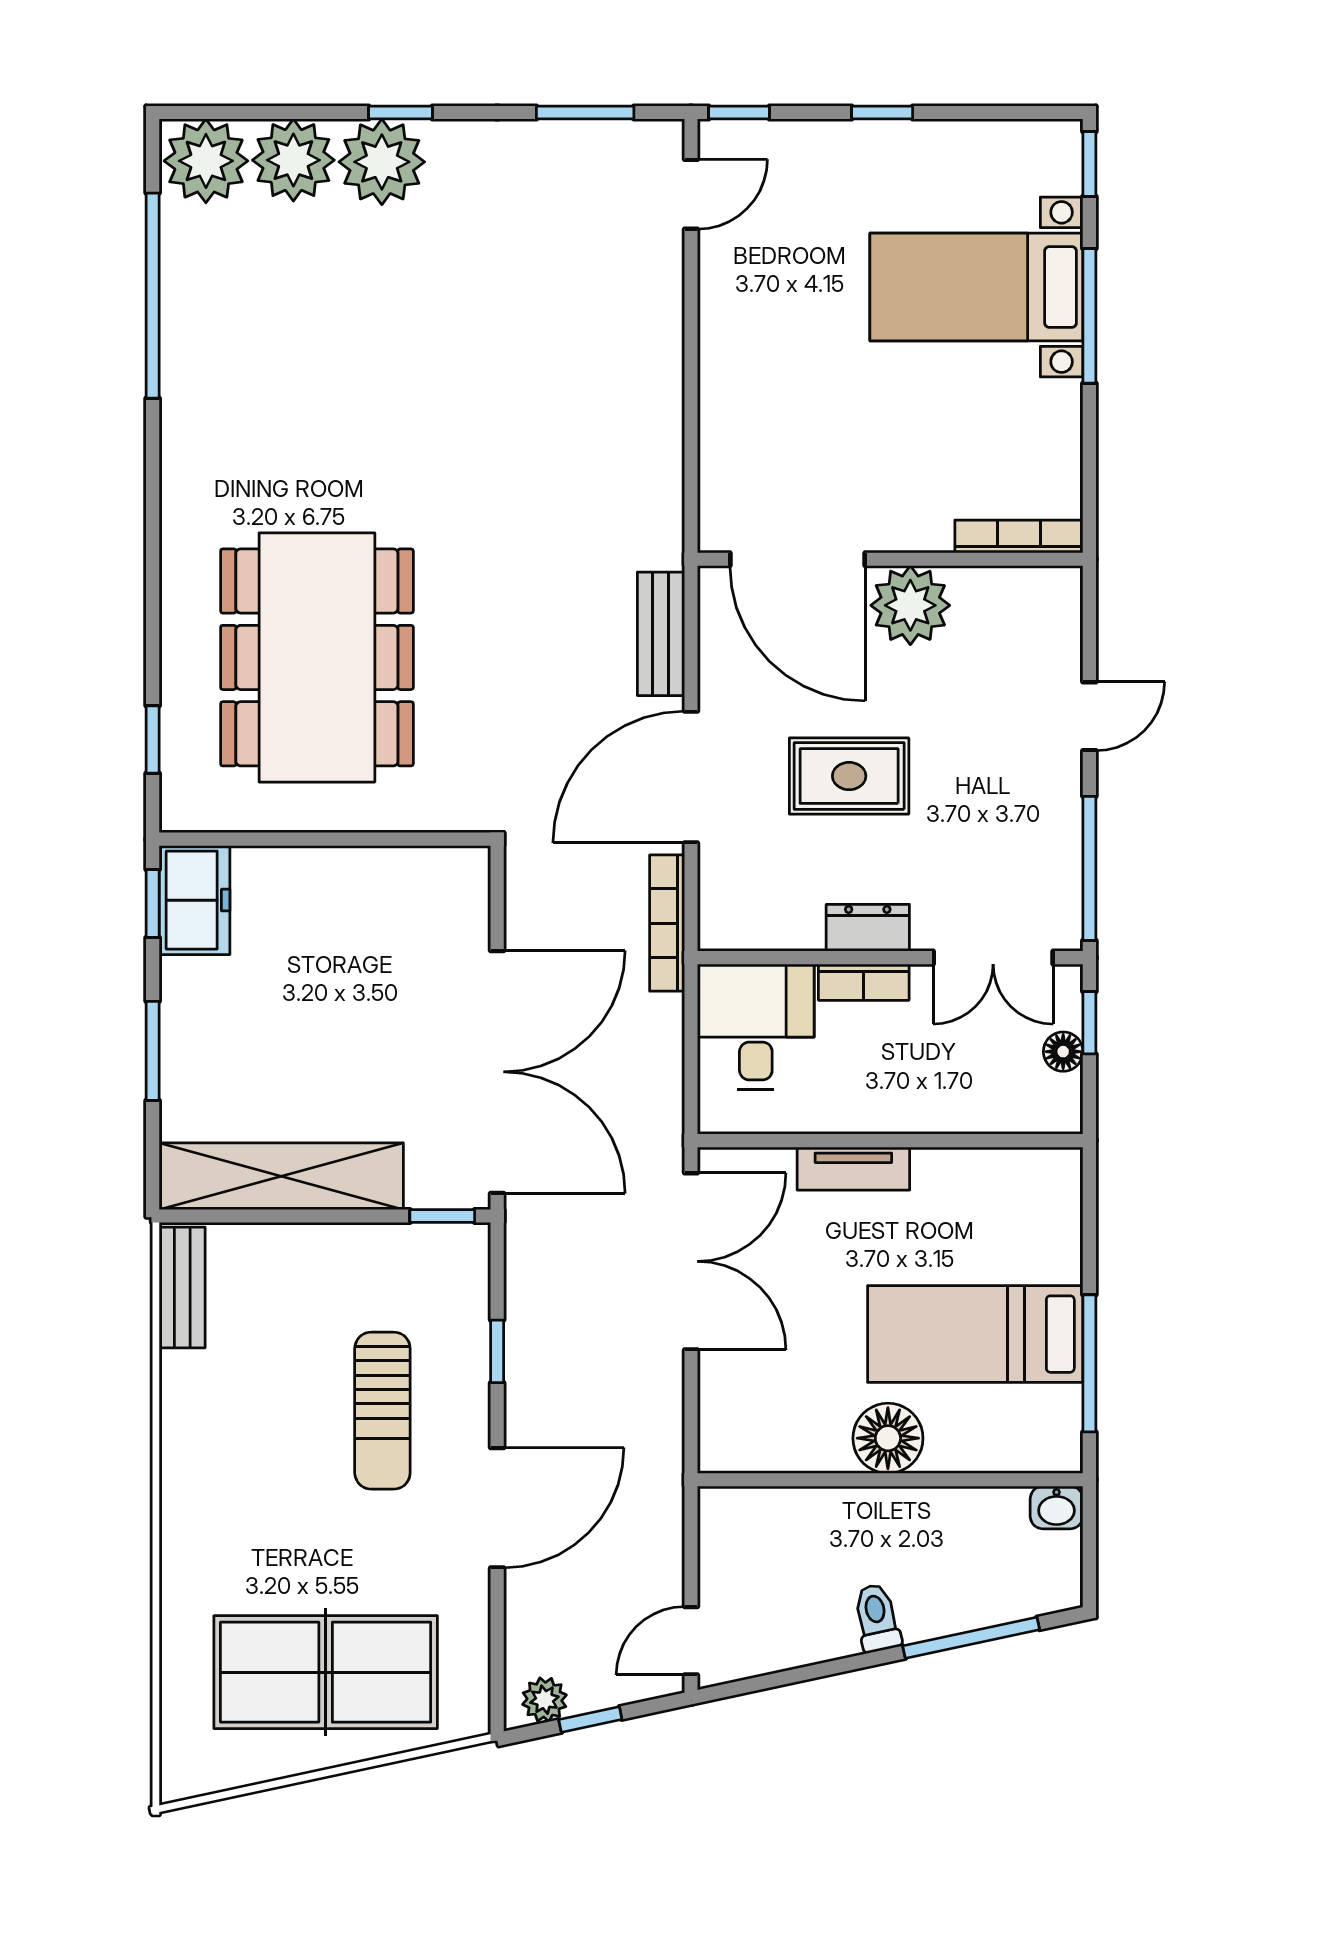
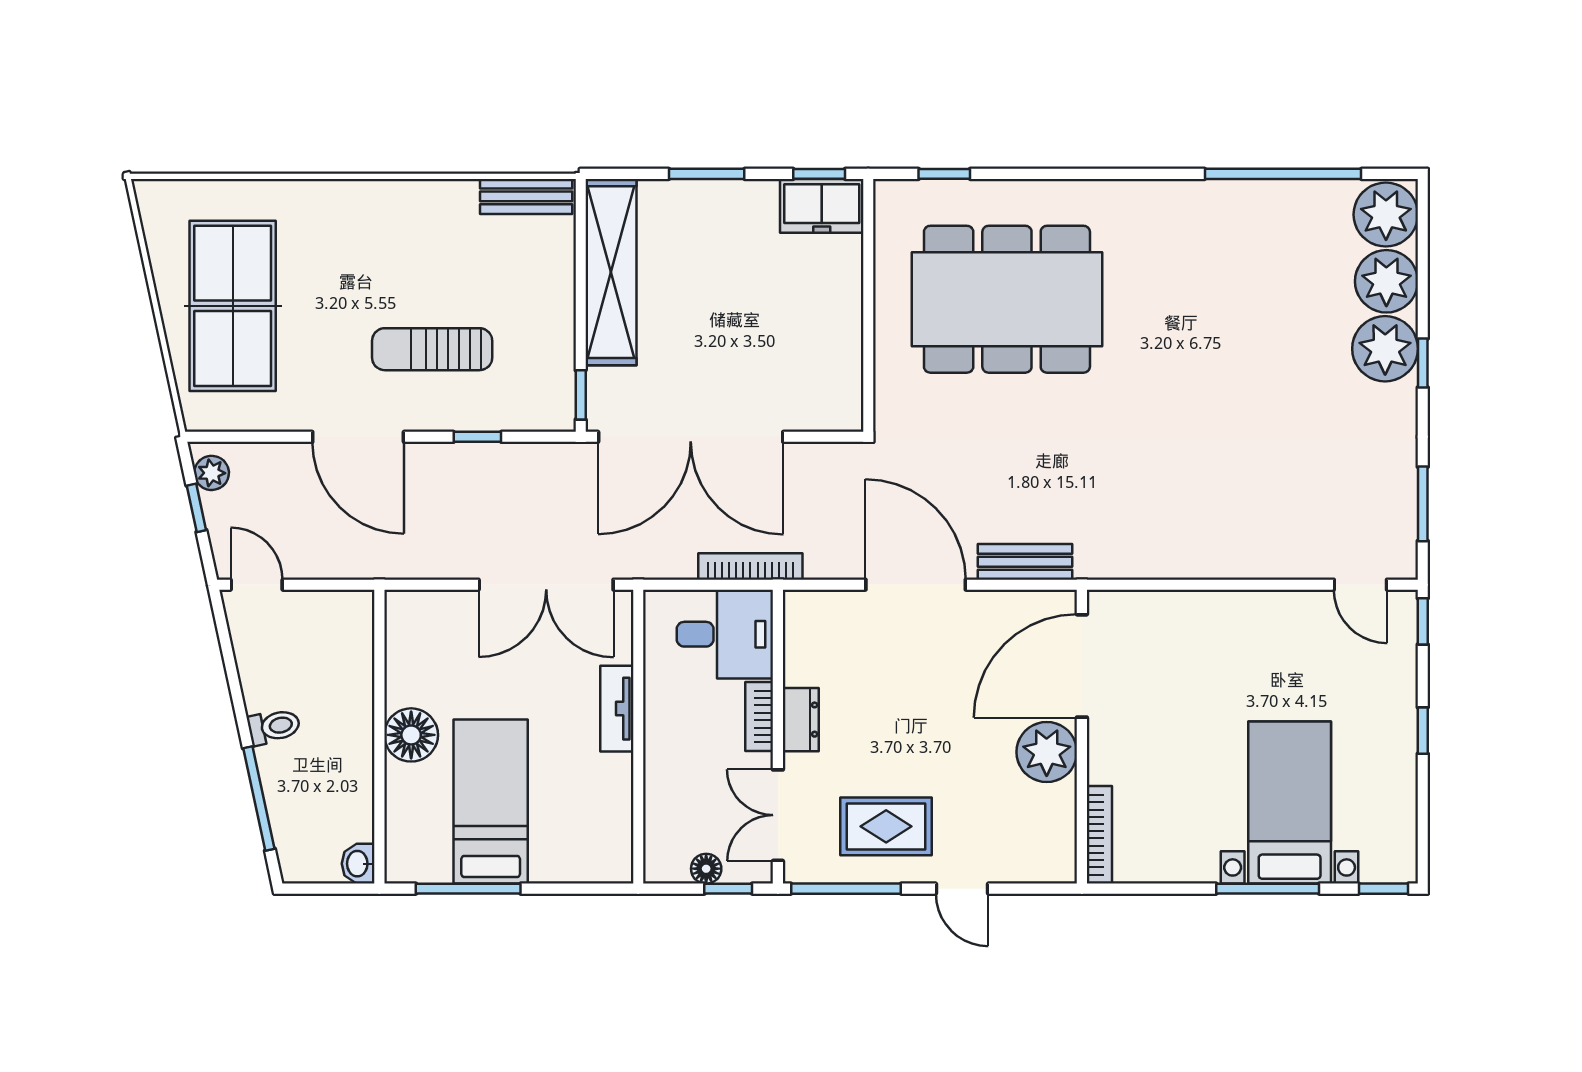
rug: (849, 776) -> (886, 826), moved, turned 90
bookcase: (667, 923) -> (750, 566), moved

